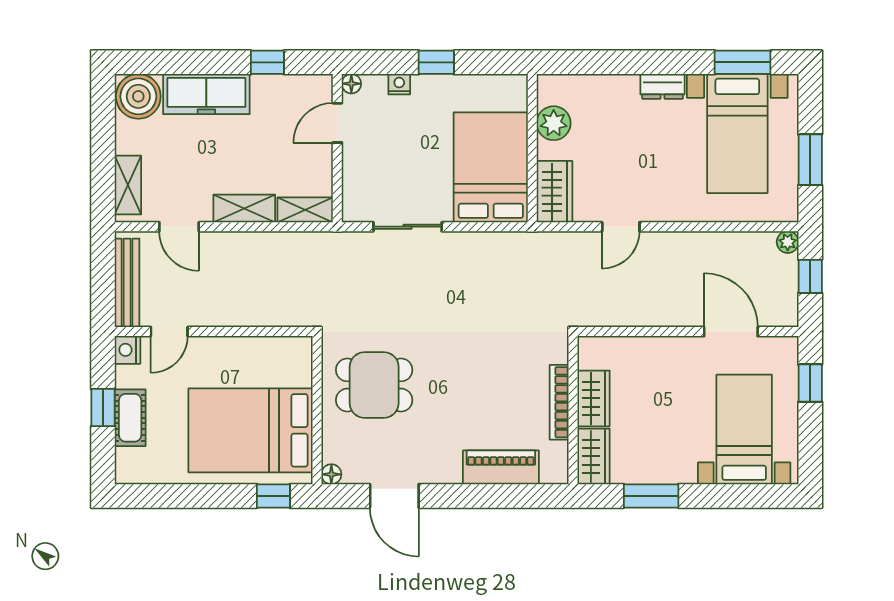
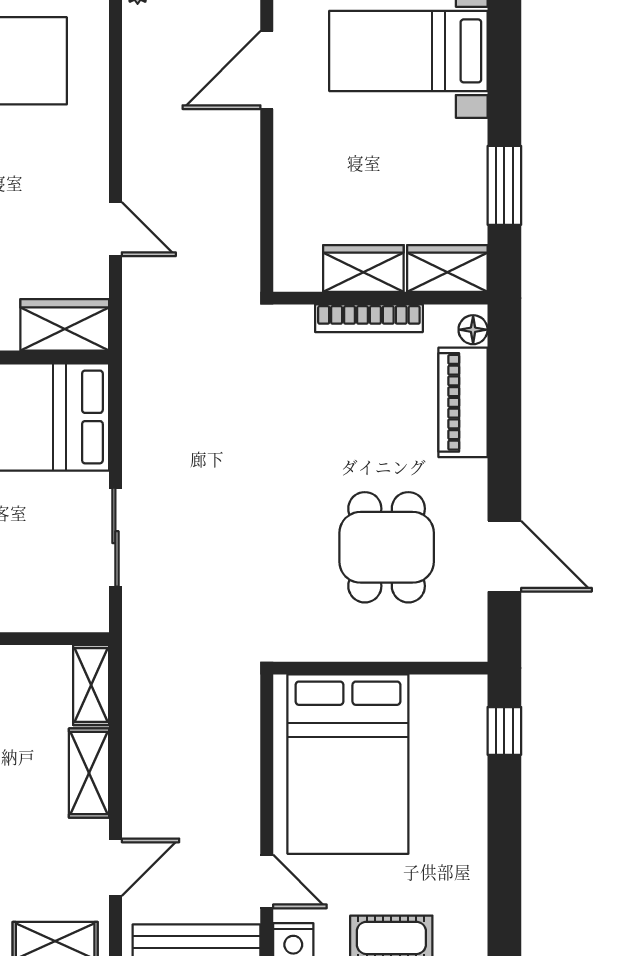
dining table: (374, 385) -> (387, 547), moved
bed: (250, 430) -> (348, 764), moved
floor lamp: (331, 474) -> (473, 330), moved
door: (394, 496) -> (504, 556), hinge flipped

